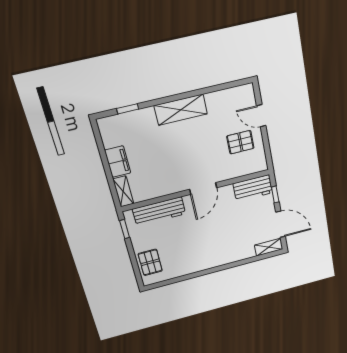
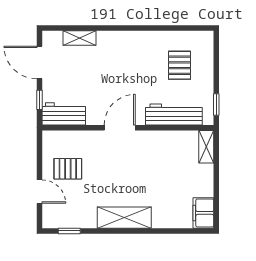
window: (128, 109) -> (69, 231), moved
filing cabinet: (118, 162) -> (203, 213), moved
shelving: (269, 247) -> (80, 38), moved
pallet: (150, 262) -> (179, 65), moved

